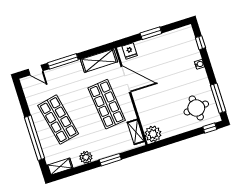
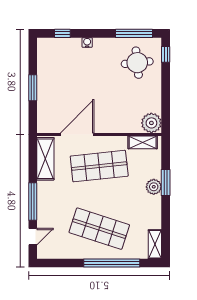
fridge: (130, 51) -> (45, 119), removed
shop shelf: (58, 120) -> (99, 229), turned 30
plant: (86, 157) -> (154, 187), moved

